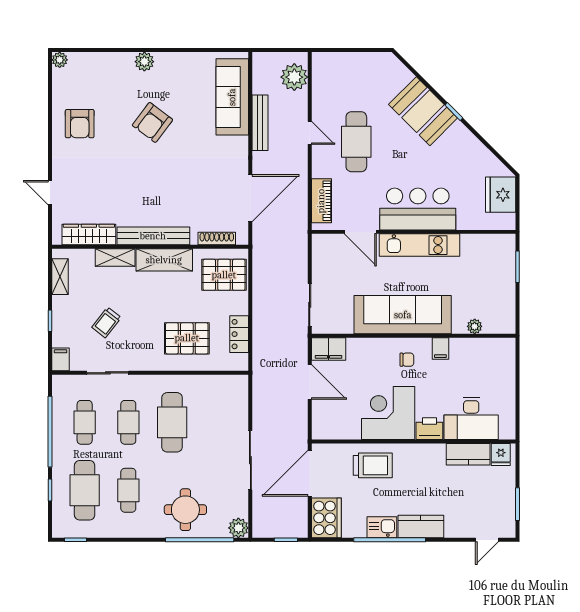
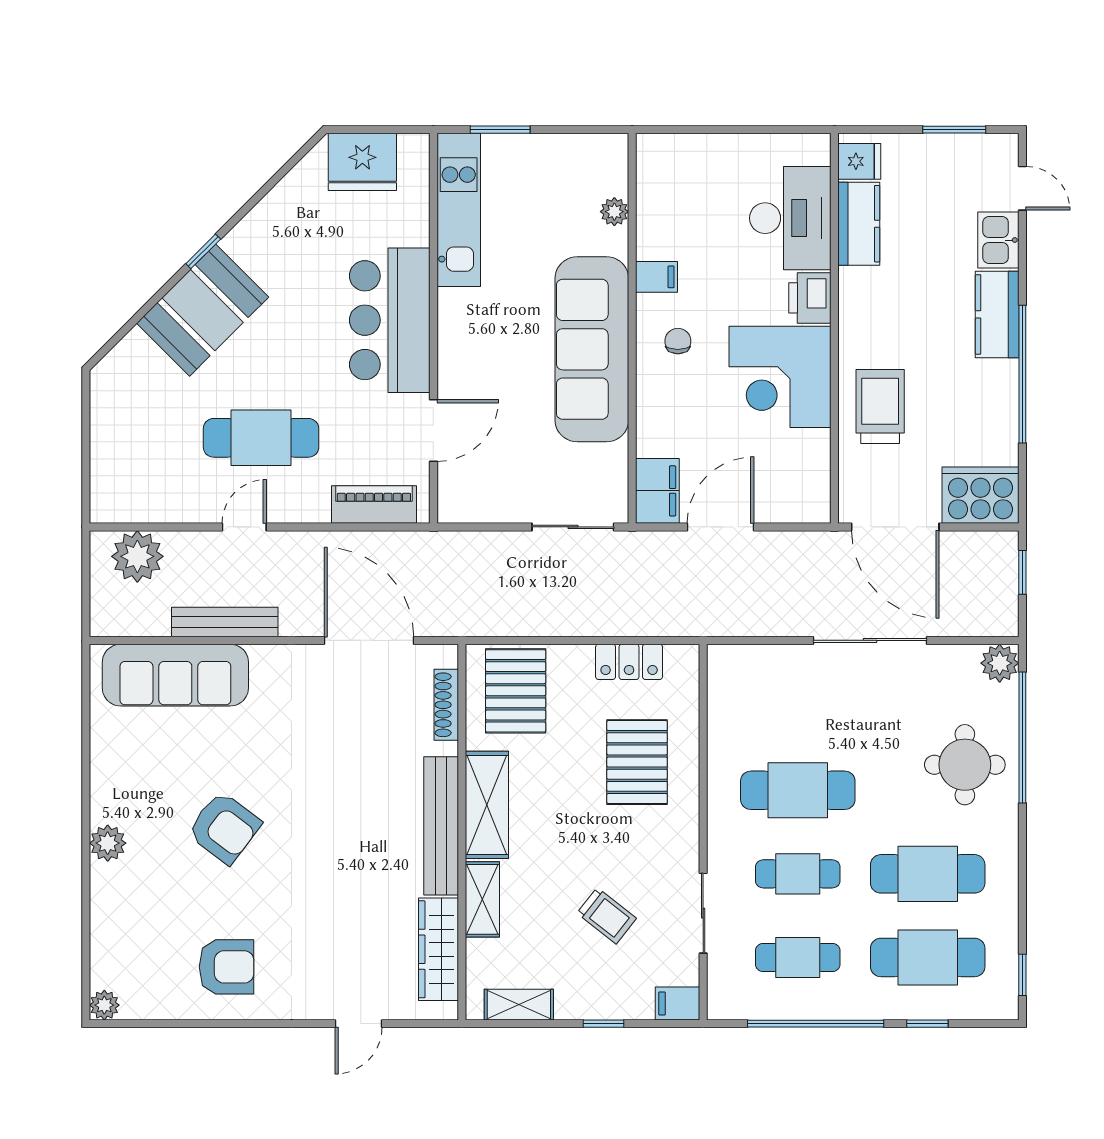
kitchen unit: (420, 245) -> (459, 210), moved
cafe table: (128, 490) -> (928, 874), width x1.37, depth x1.35
kitchen sink: (382, 527) -> (998, 240), moved

